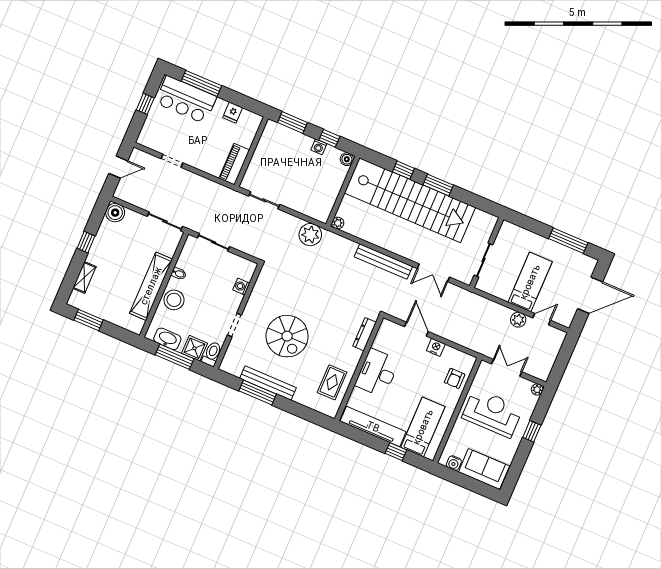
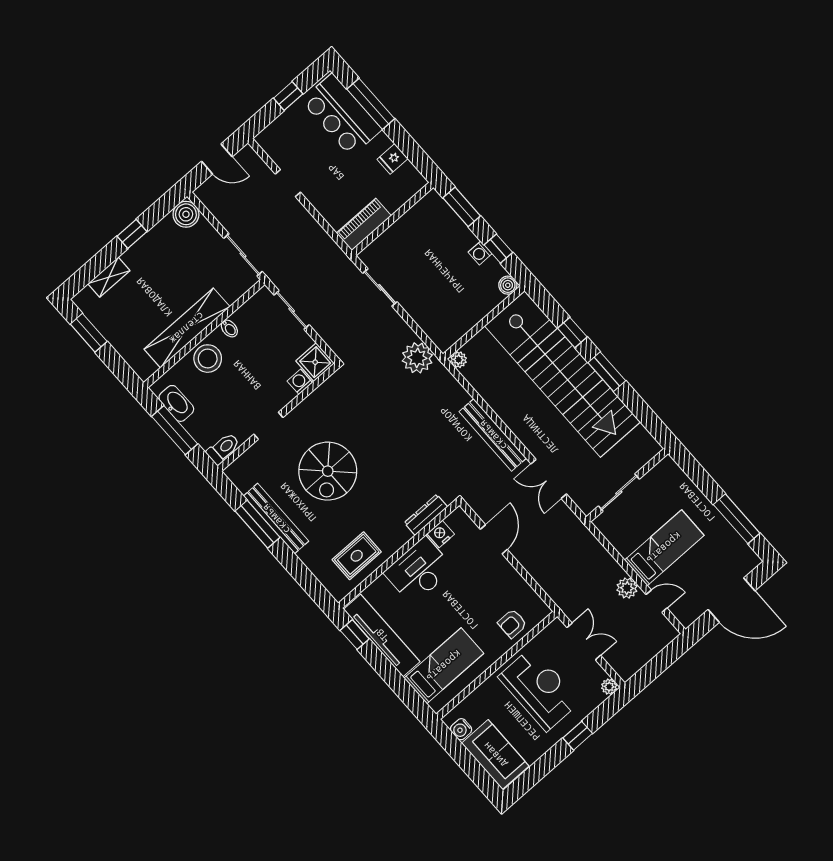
nightstand: (436, 347) -> (441, 534), moved, turned -90
shower: (195, 348) -> (315, 362), moved
window: (396, 452) -> (355, 635), moved

